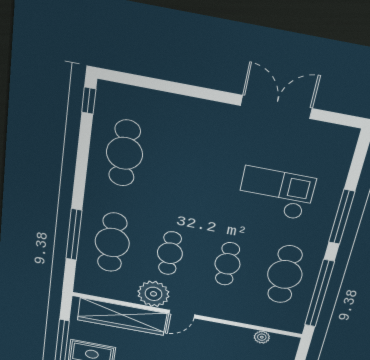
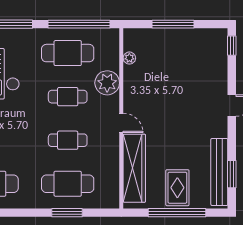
window: (74, 235) -> (67, 213), width x0.69
plant: (153, 294) -> (107, 83), moved

